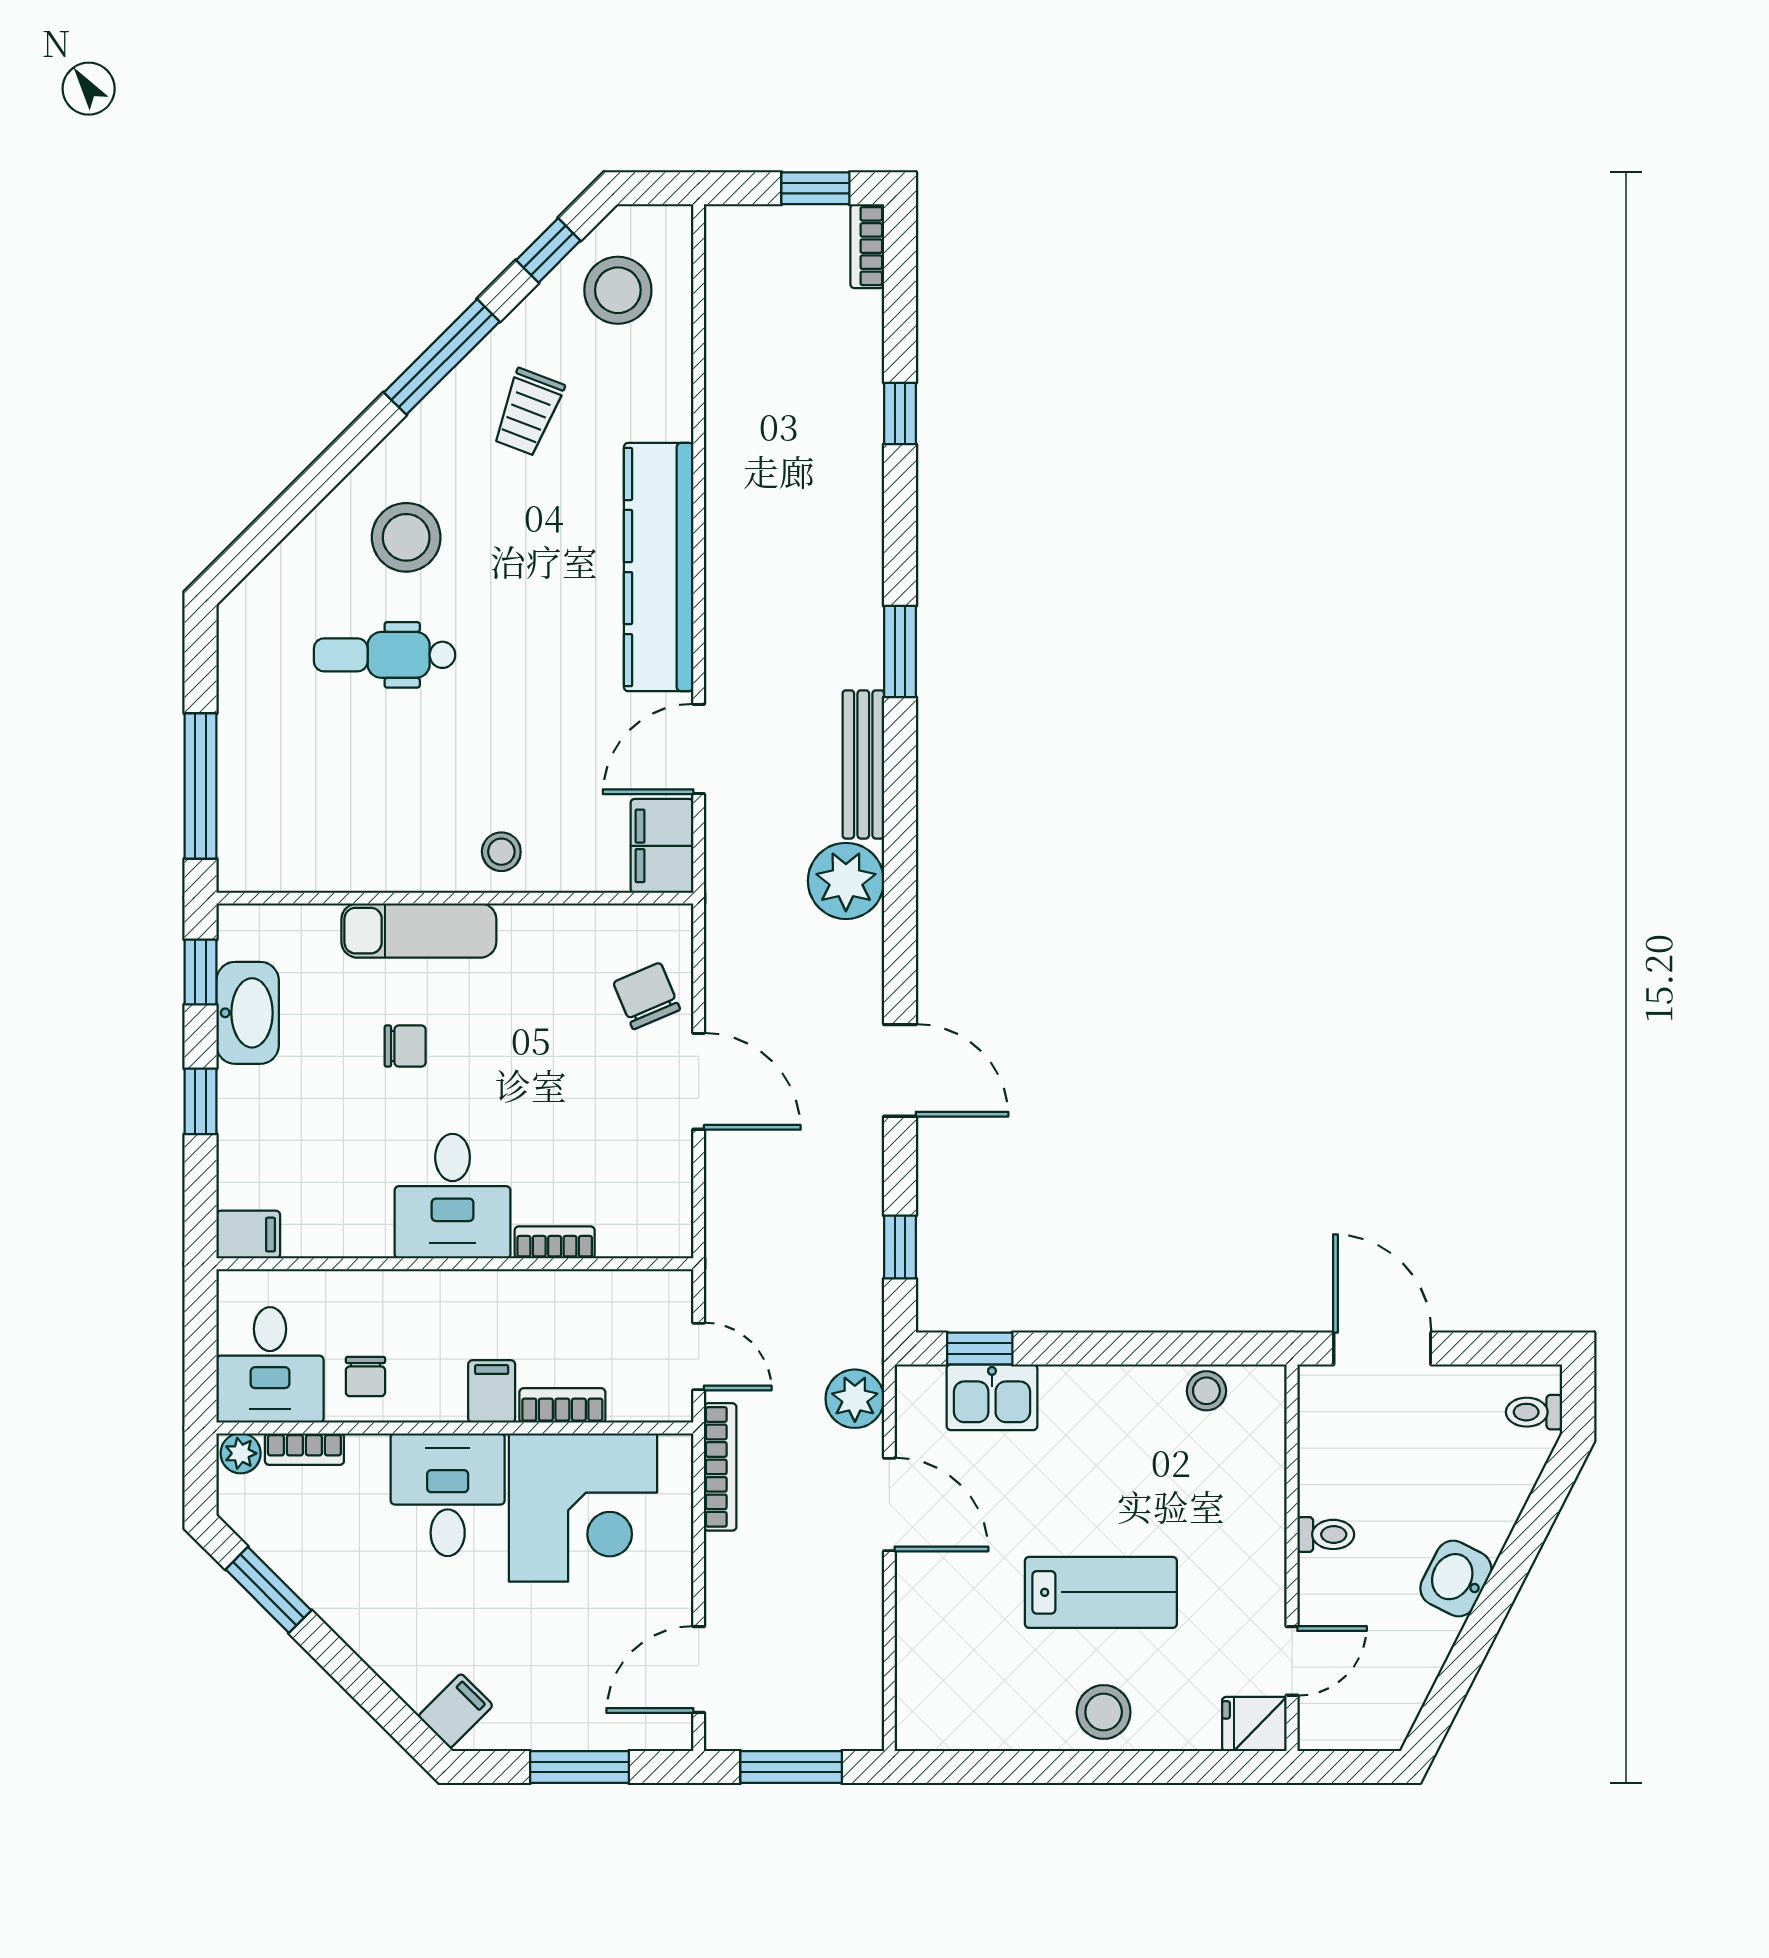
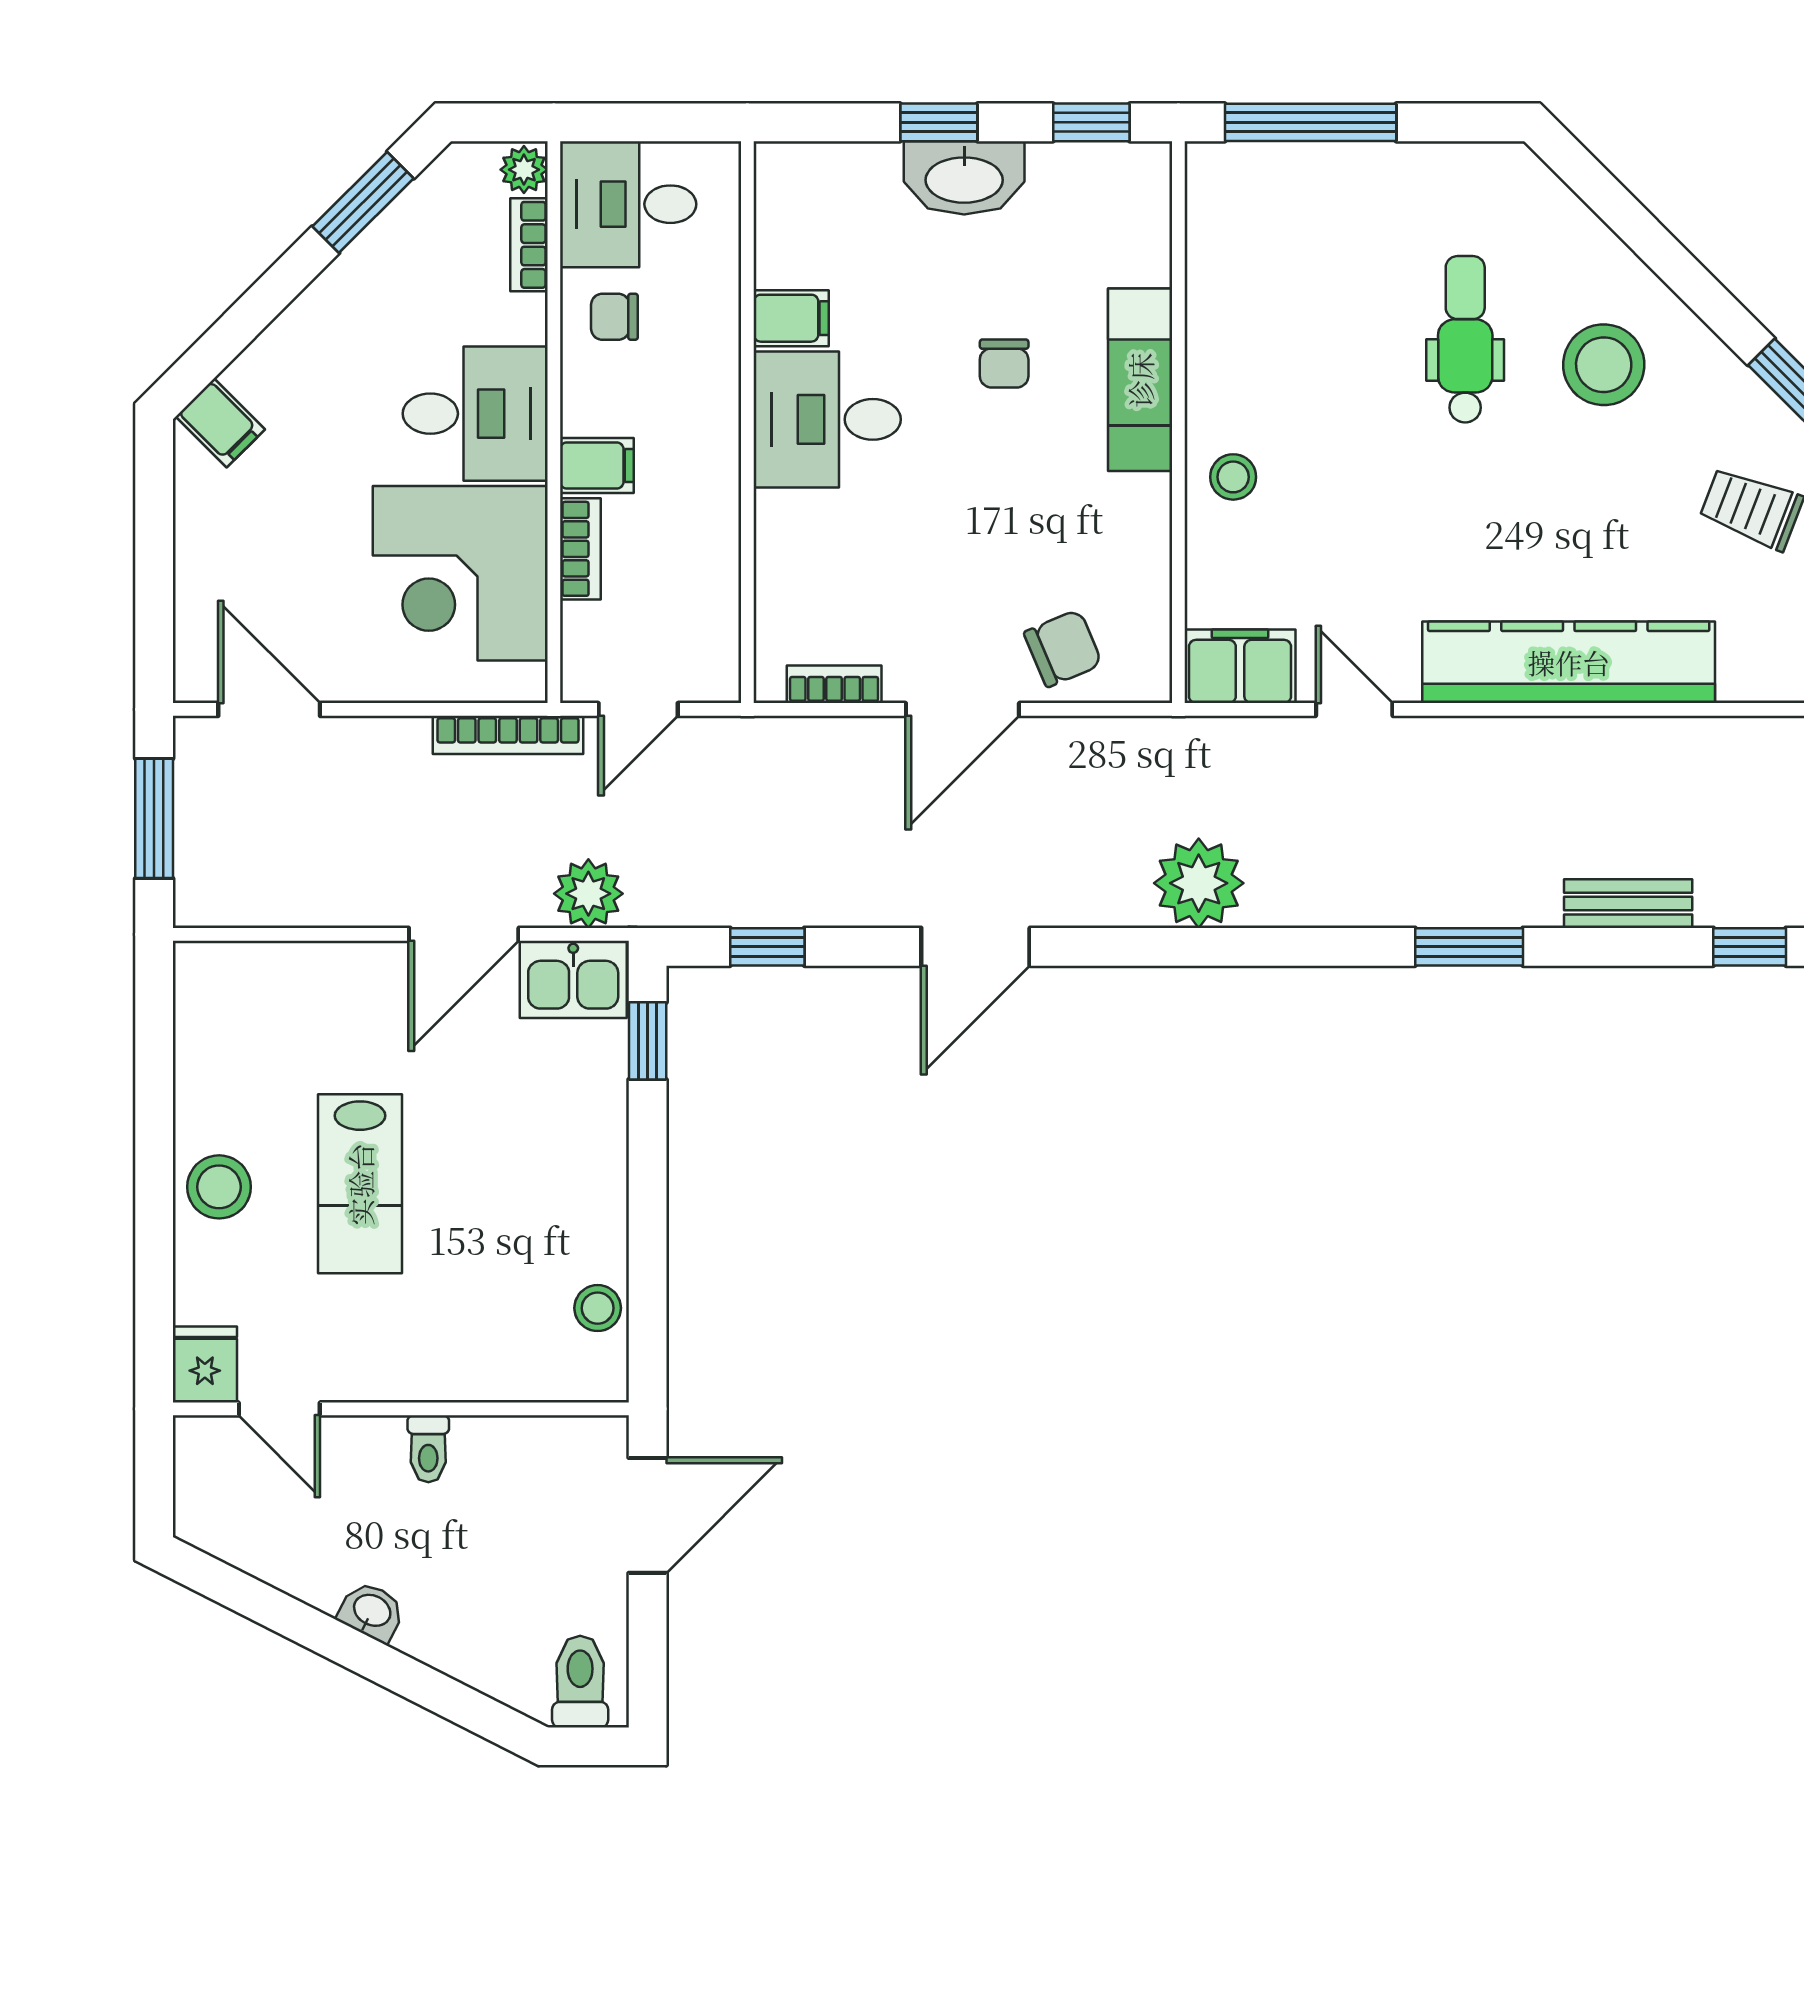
door: (699, 749) -> (1354, 709), width x0.73
bench: (863, 764) -> (1628, 904), moved, width x0.73
washbasin: (248, 1013) -> (964, 178), moved
filing cabinet: (248, 1235) -> (791, 318), moved, turned -90
bookcase: (555, 1242) -> (834, 684), moved, turned -90
kitchen sink: (992, 1397) -> (573, 979), moved, turned -90
toilet: (1534, 1412) -> (580, 1682), width x1.37, depth x1.39
washbasin: (1456, 1579) -> (372, 1612), width x0.72, depth x0.69
window: (580, 1767) -> (154, 569), removed

